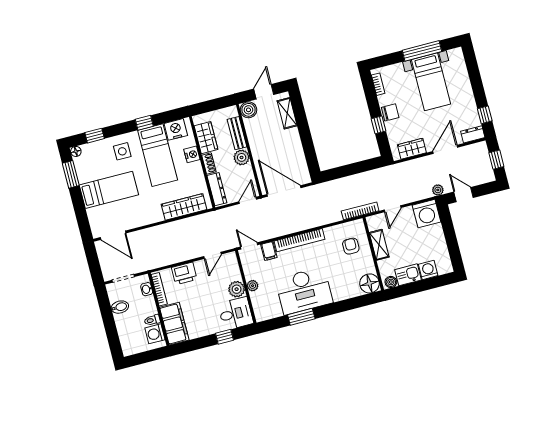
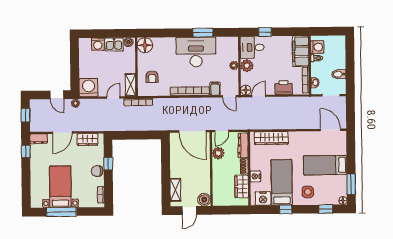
bench: (237, 133) -> (217, 184), removed
plant: (242, 157) -> (218, 153), moved
shelving: (379, 245) -> (130, 85), moved
floor lamp: (231, 259) -> (246, 90), added

